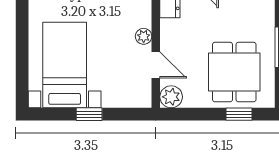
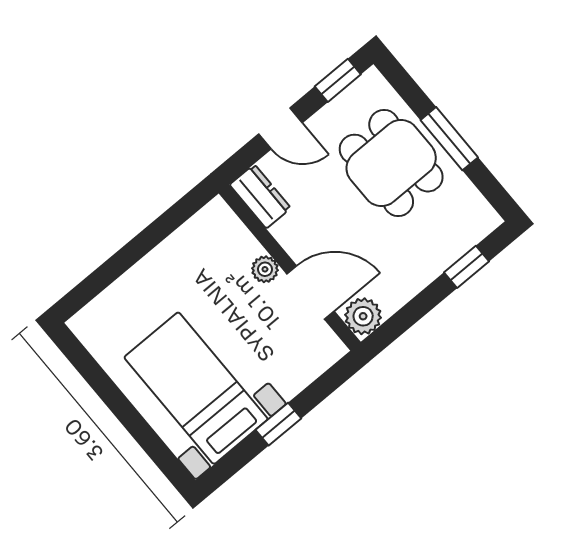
door: (156, 65) -> (311, 292), width x1.38
dining table: (234, 72) -> (391, 163), moved

